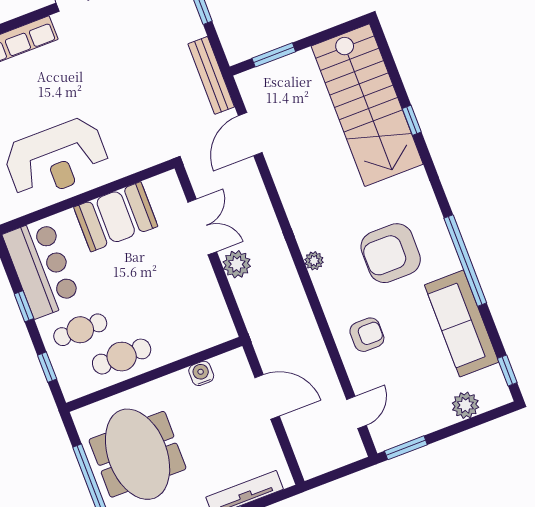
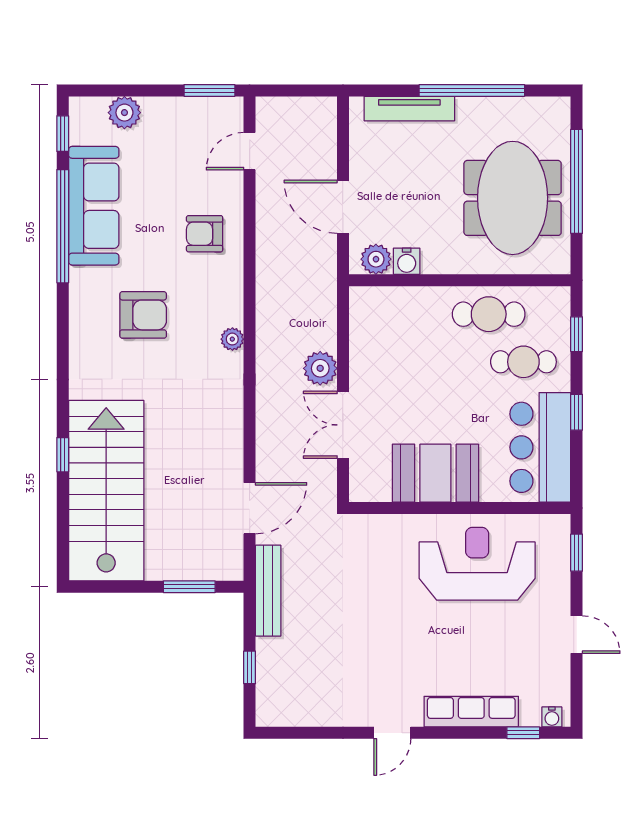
armchair: (391, 253) -> (143, 315), width x0.73, depth x0.73
window: (465, 261) -> (63, 226), moved
plant: (226, 366) -> (376, 259), added

